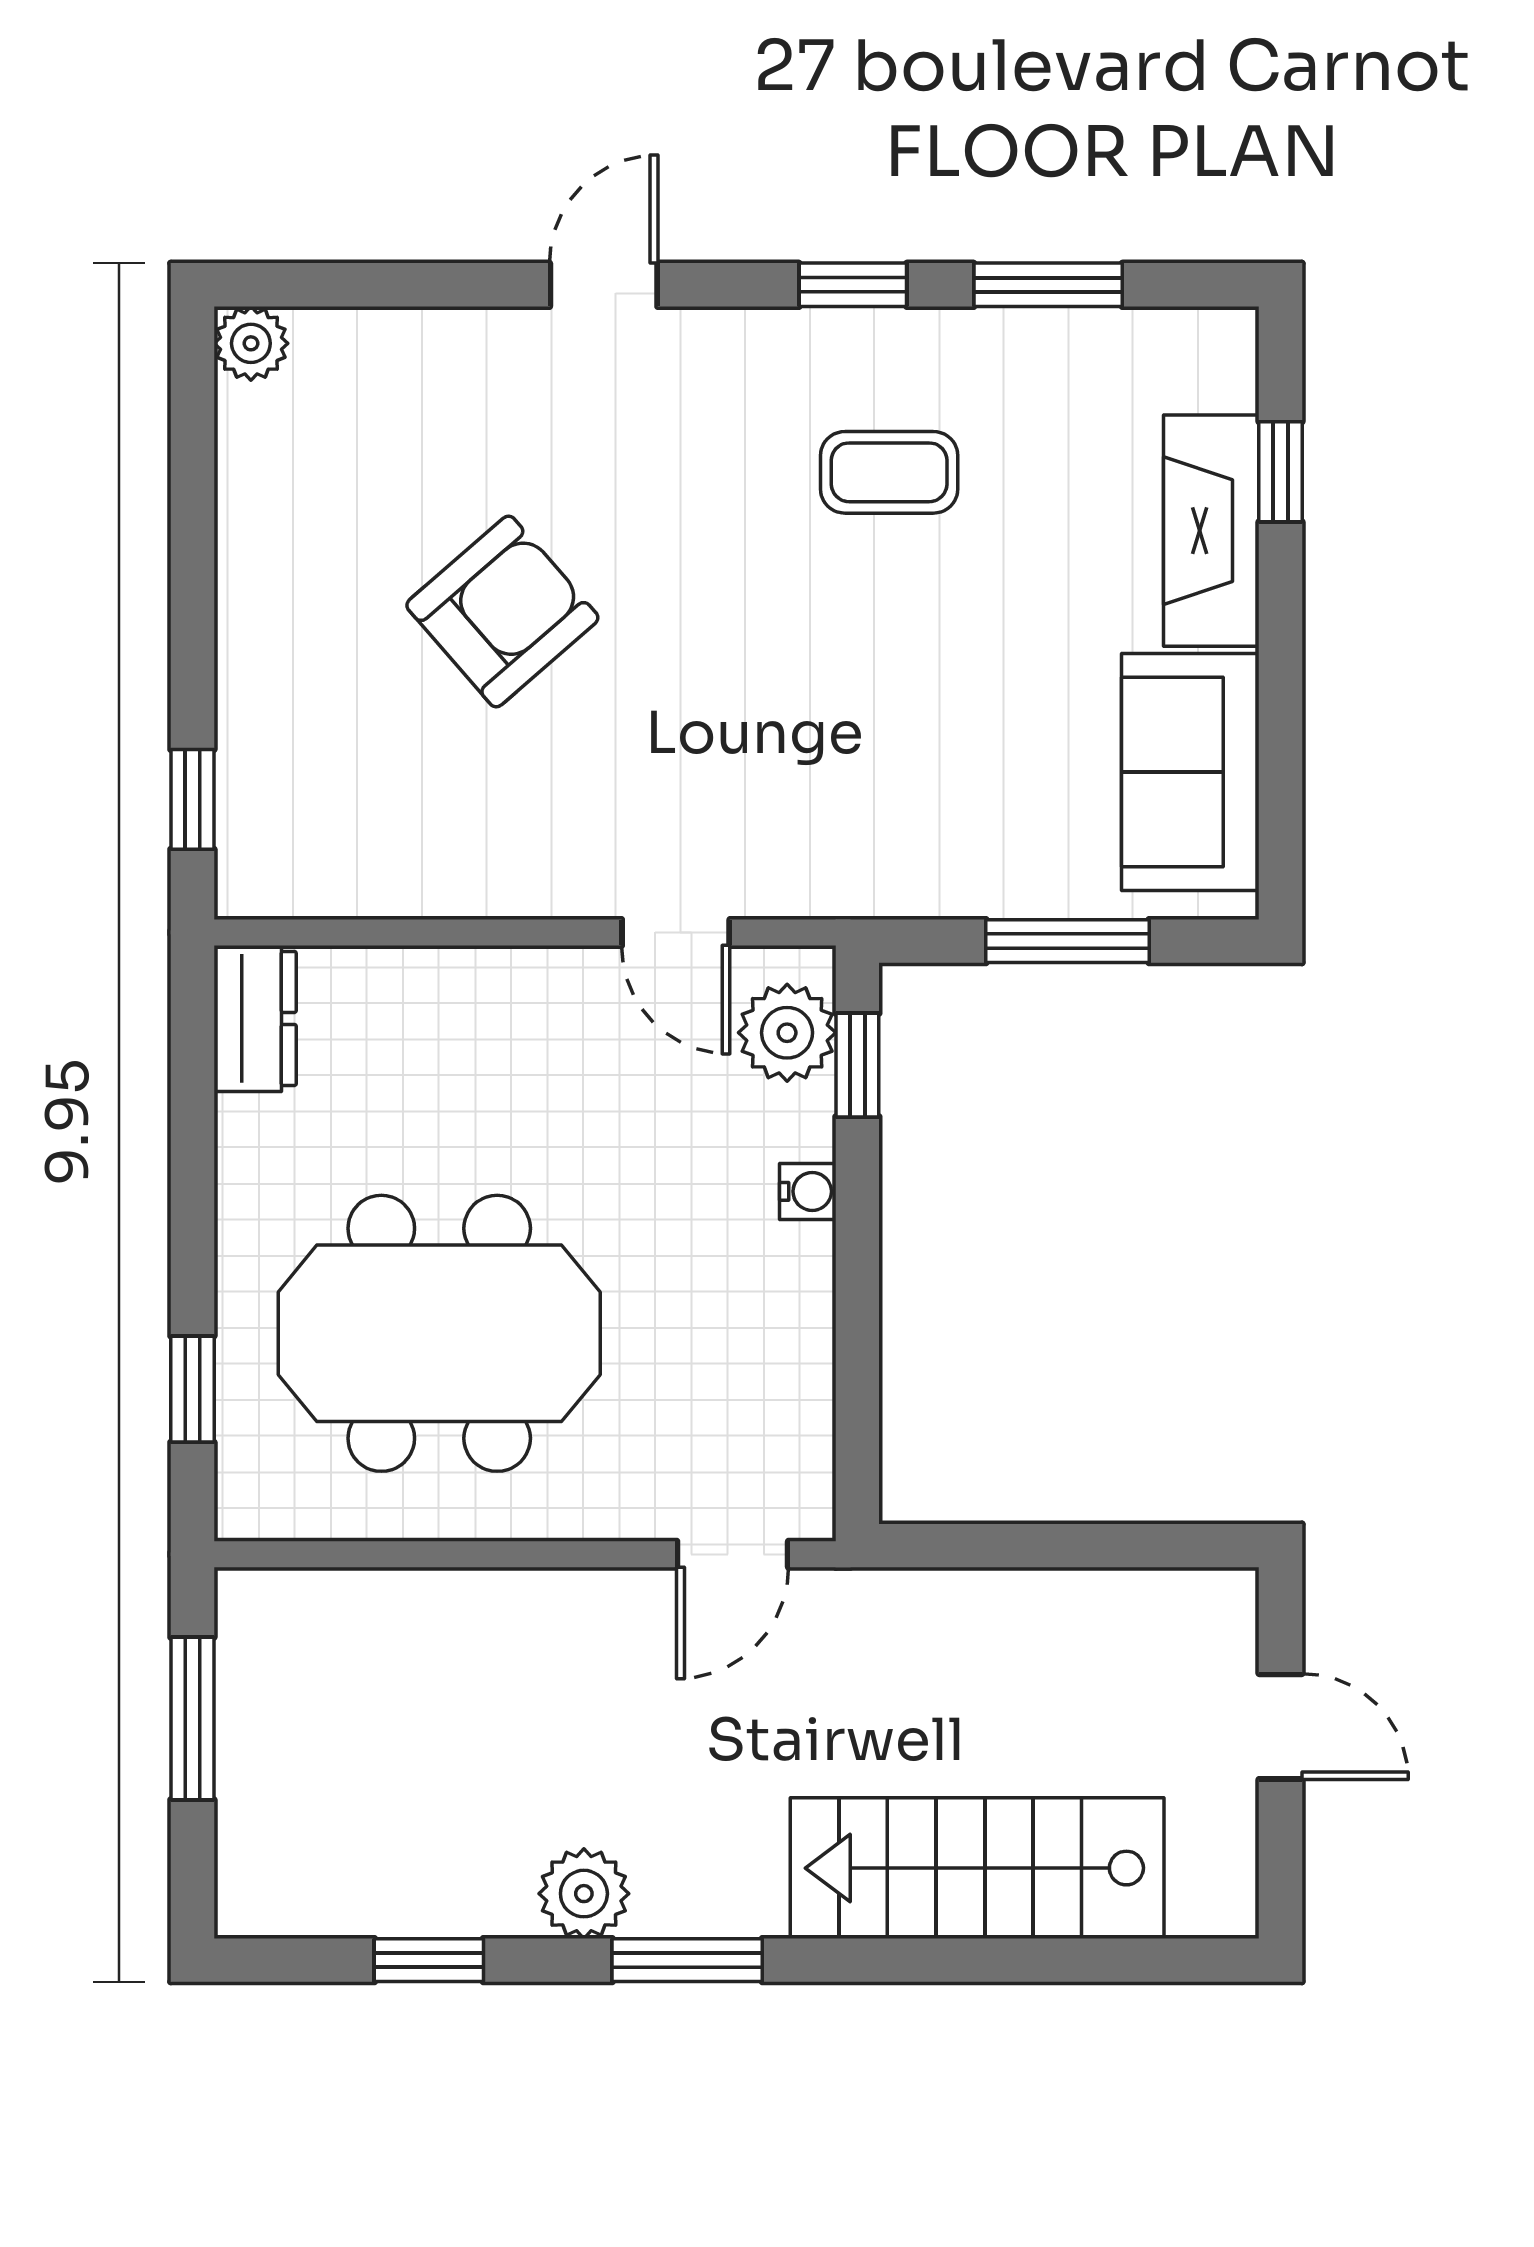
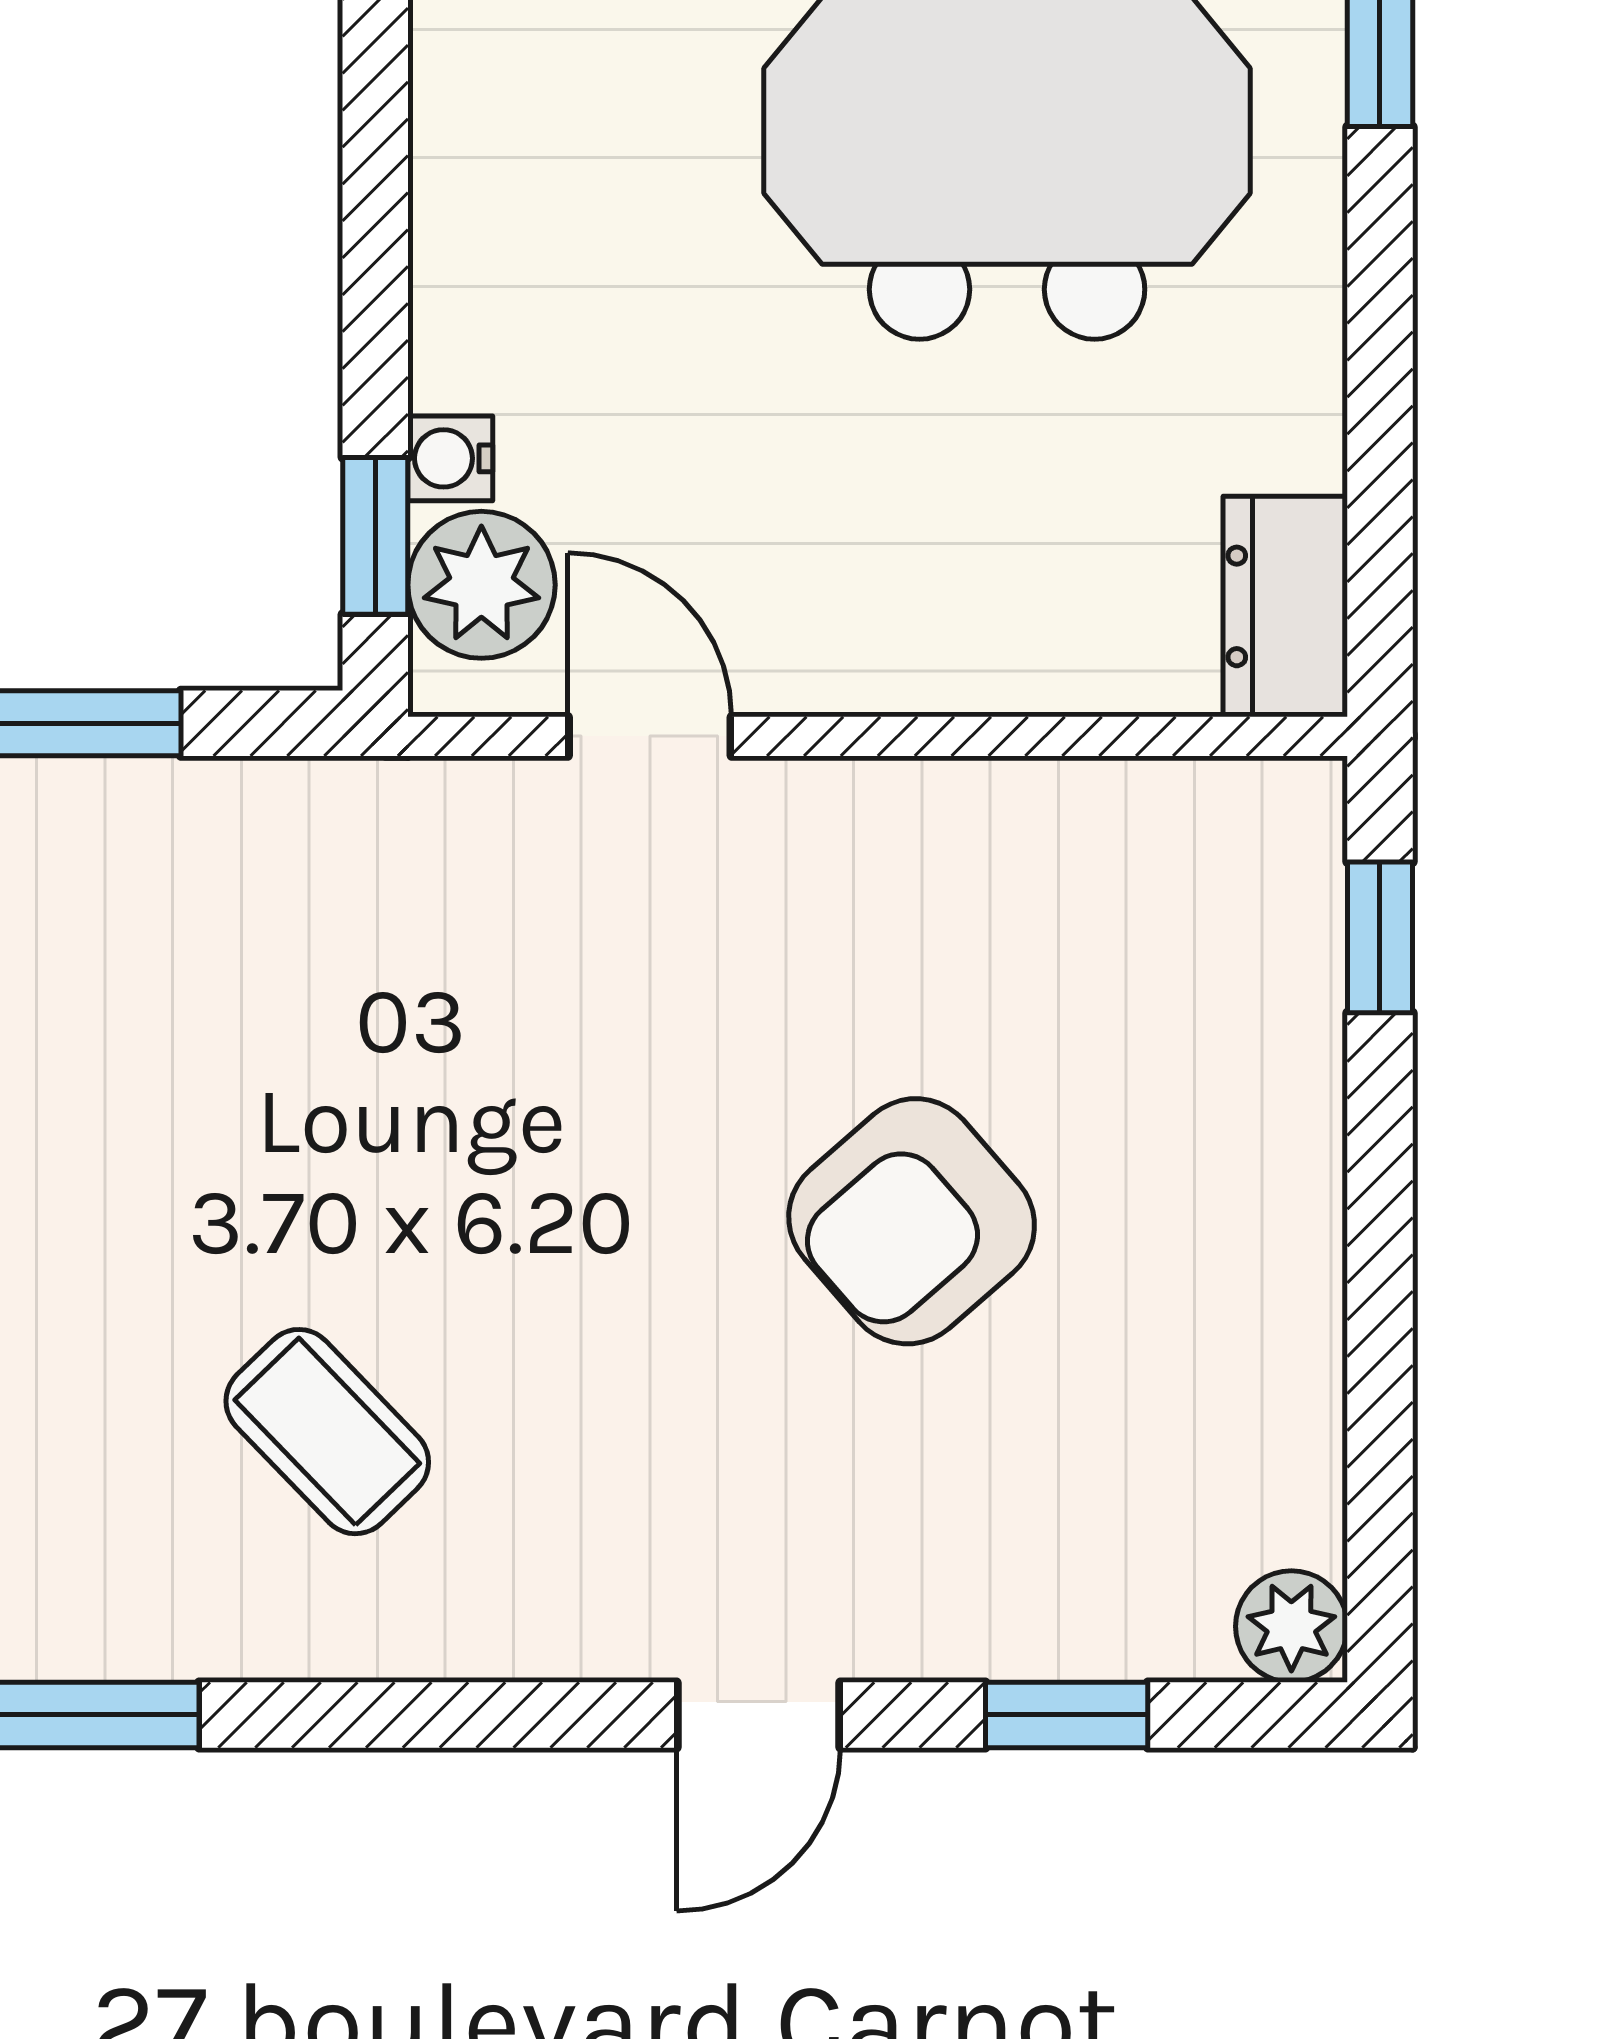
window: (853, 285) -> (1067, 1715), moved
coffee table: (889, 472) -> (327, 1432), turned 46
water cooler: (808, 1191) -> (450, 458), moved

